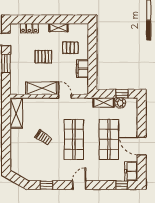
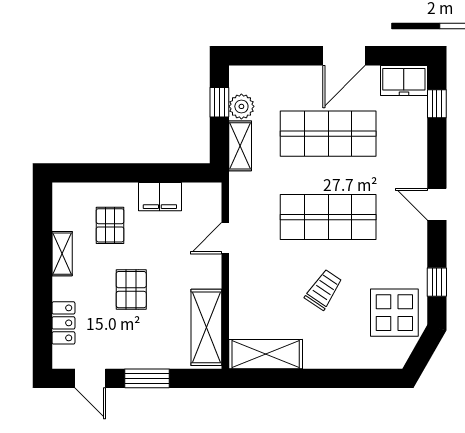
shelving: (42, 88) -> (206, 327), moved
display table: (34, 167) -> (394, 313), added

